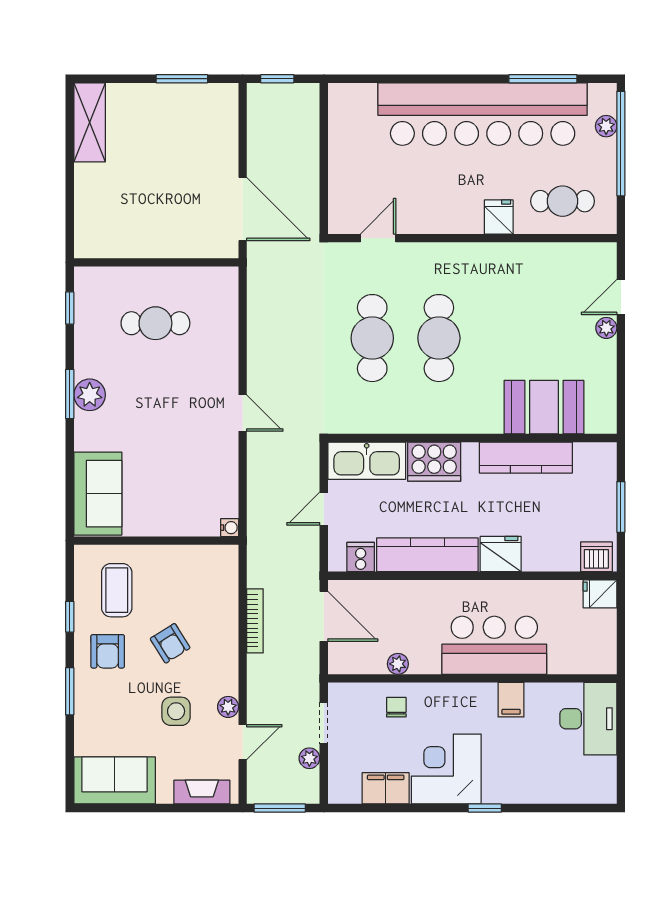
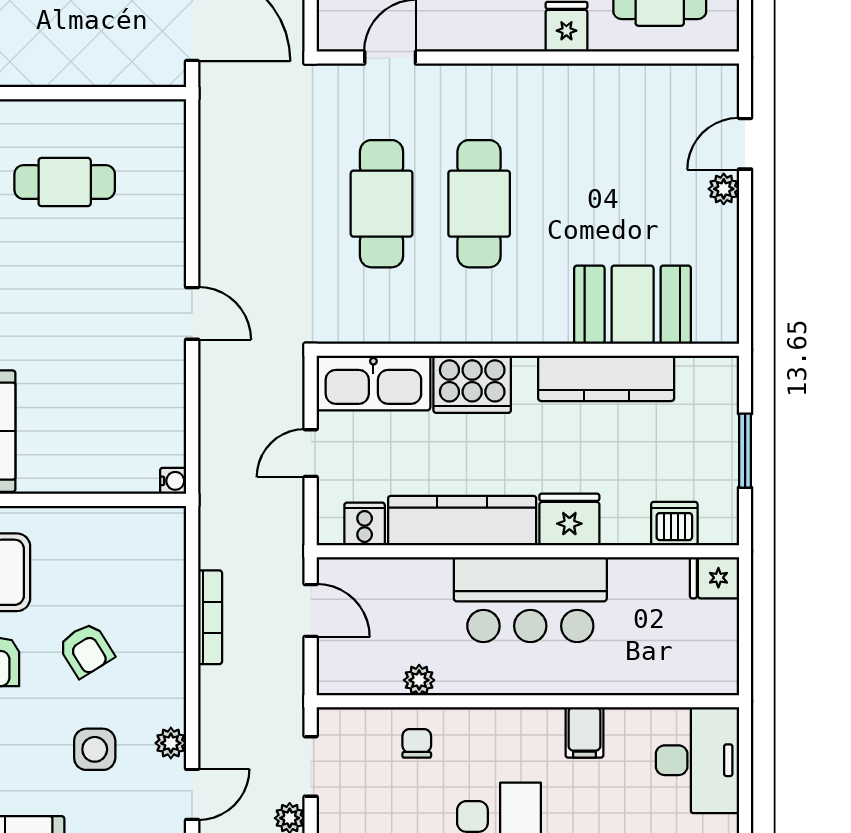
dishwasher: (596, 557) -> (674, 524), moved
door: (324, 616) -> (311, 610), width x0.73
bar counter: (494, 645) -> (530, 600), moved, turned 180

